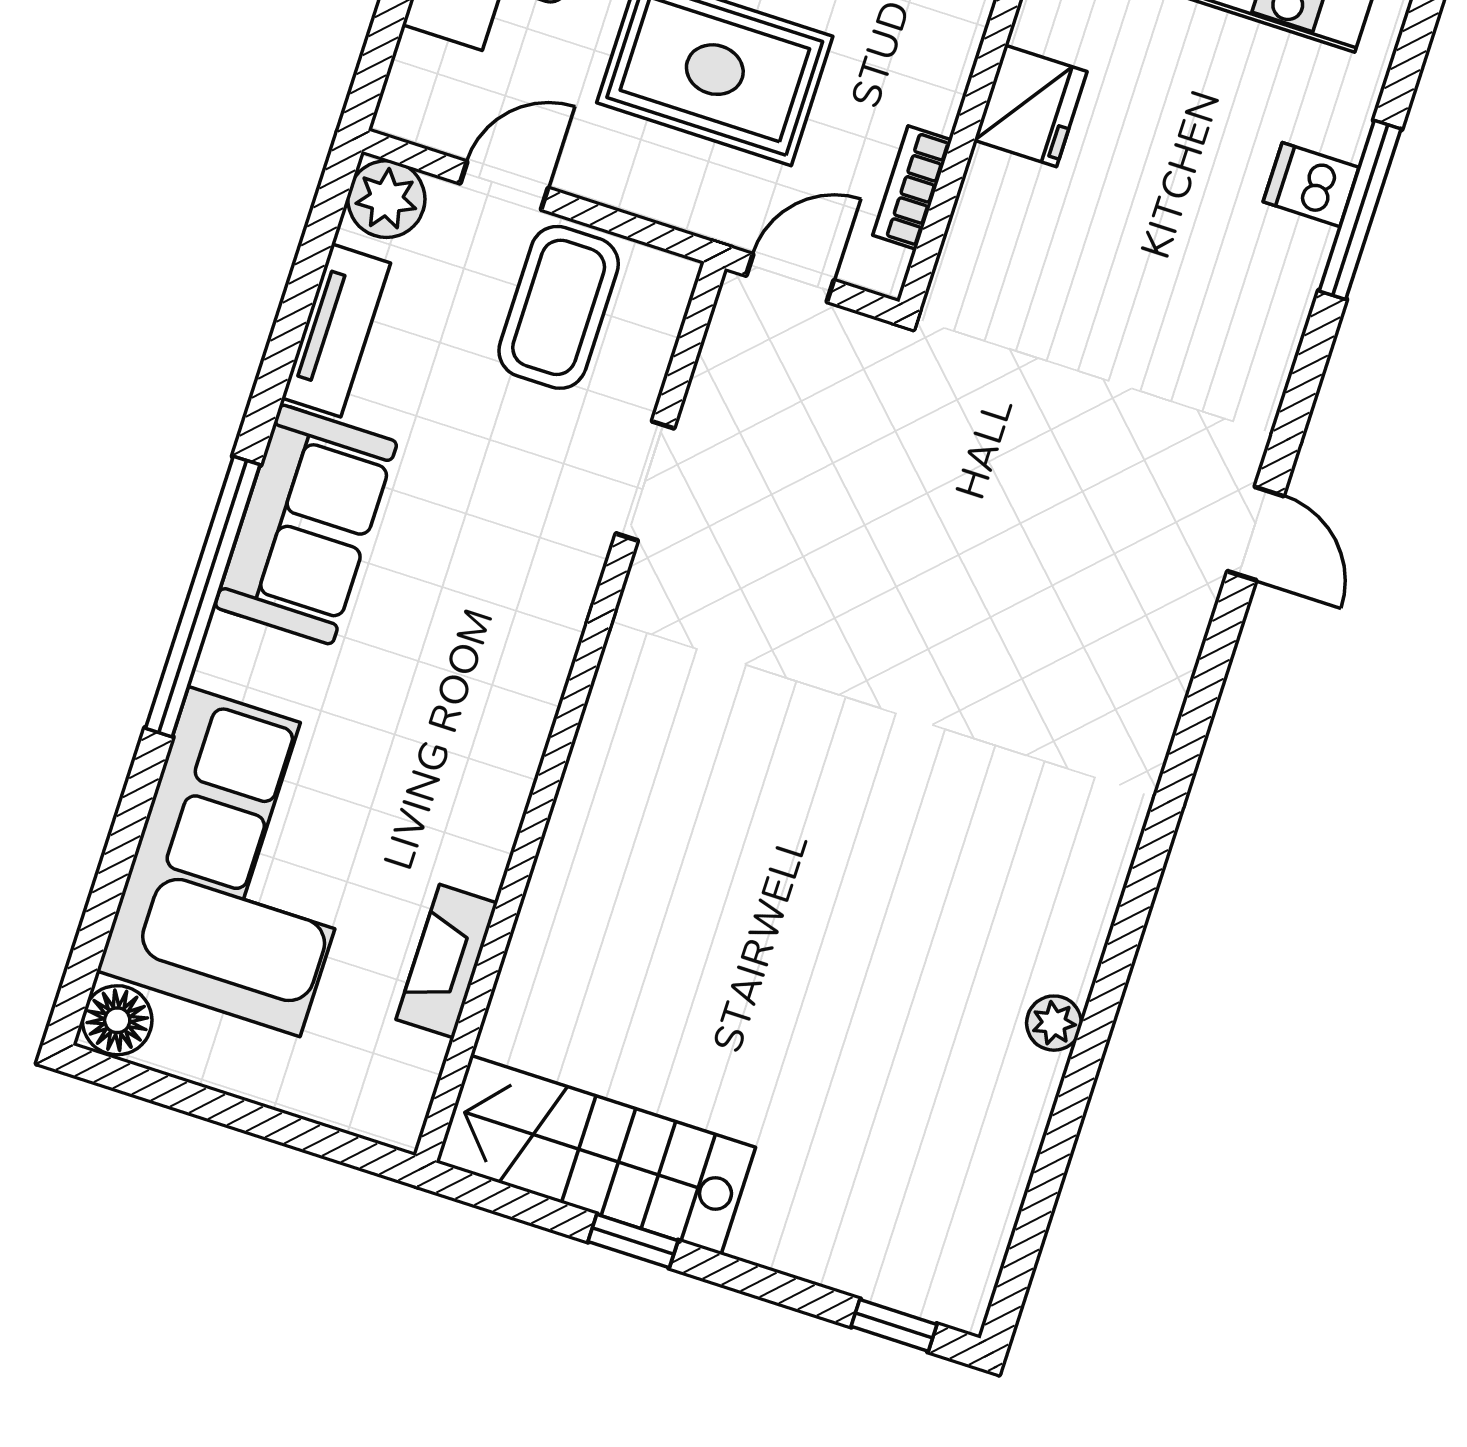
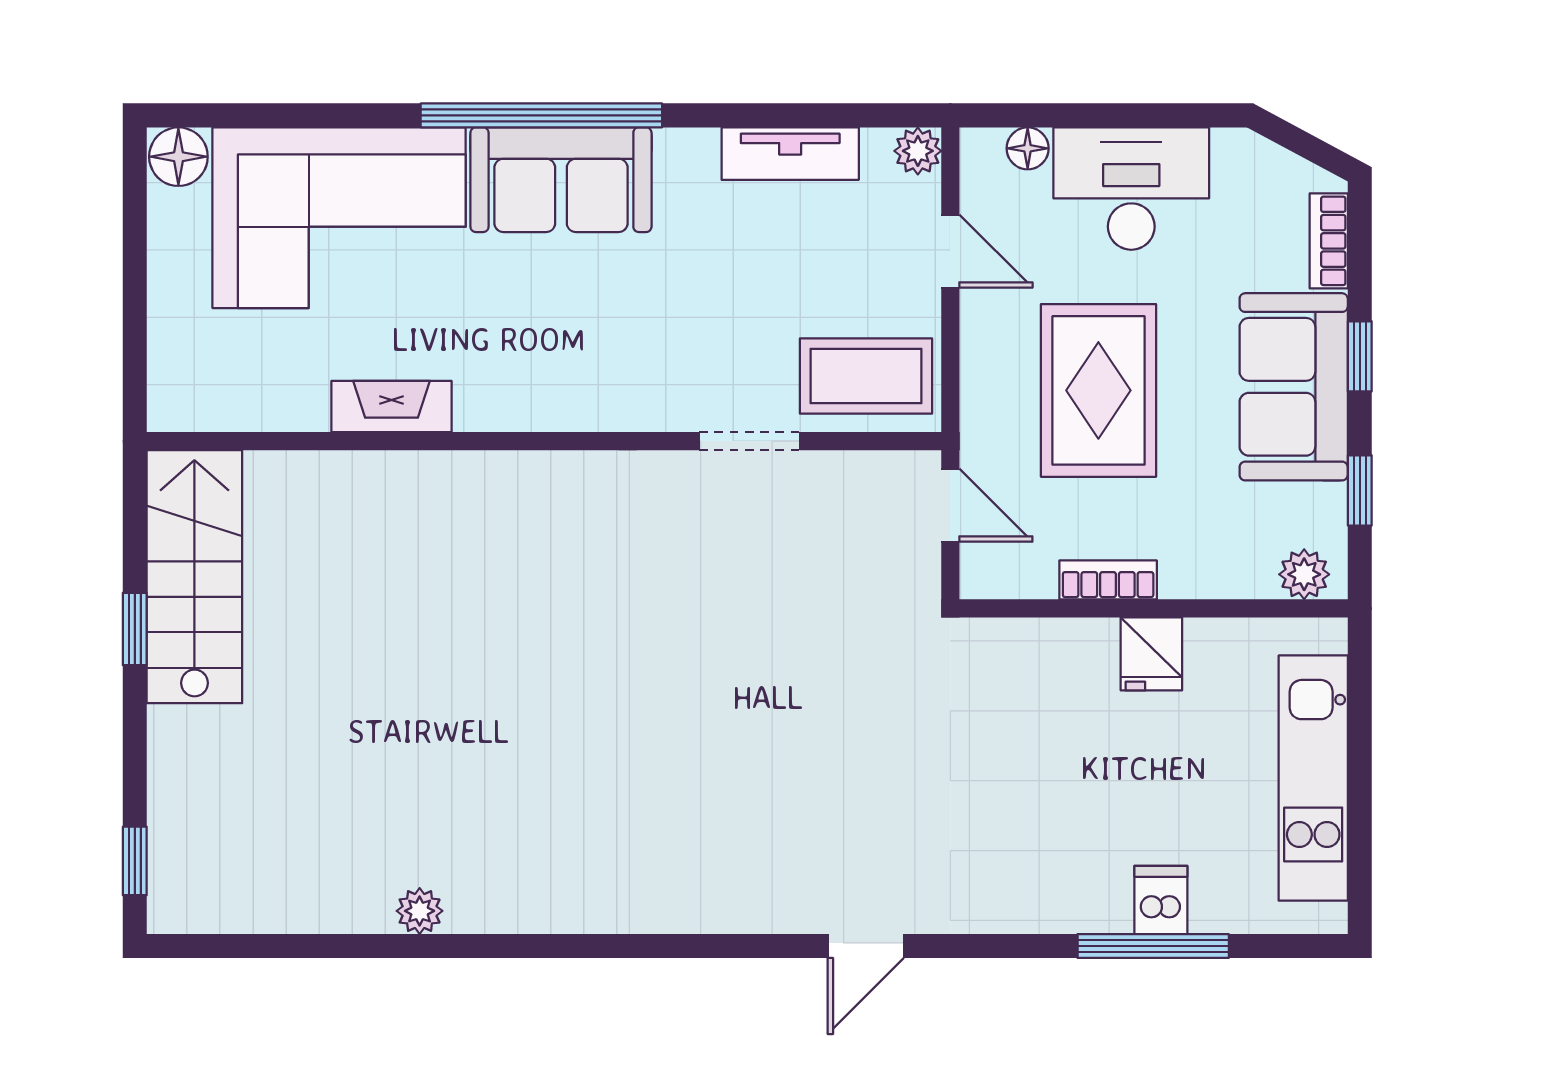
floor lamp: (417, 61) -> (1028, 148), added
fridge: (1031, 106) -> (1151, 654), width x0.72
bookcase: (912, 188) -> (1108, 580), moved
plant: (386, 199) -> (918, 151), width x0.73, depth x0.73
coffee table: (559, 307) -> (866, 376), moved
sofa: (306, 525) -> (561, 180), moved
fireplace: (447, 961) -> (392, 406), moved

